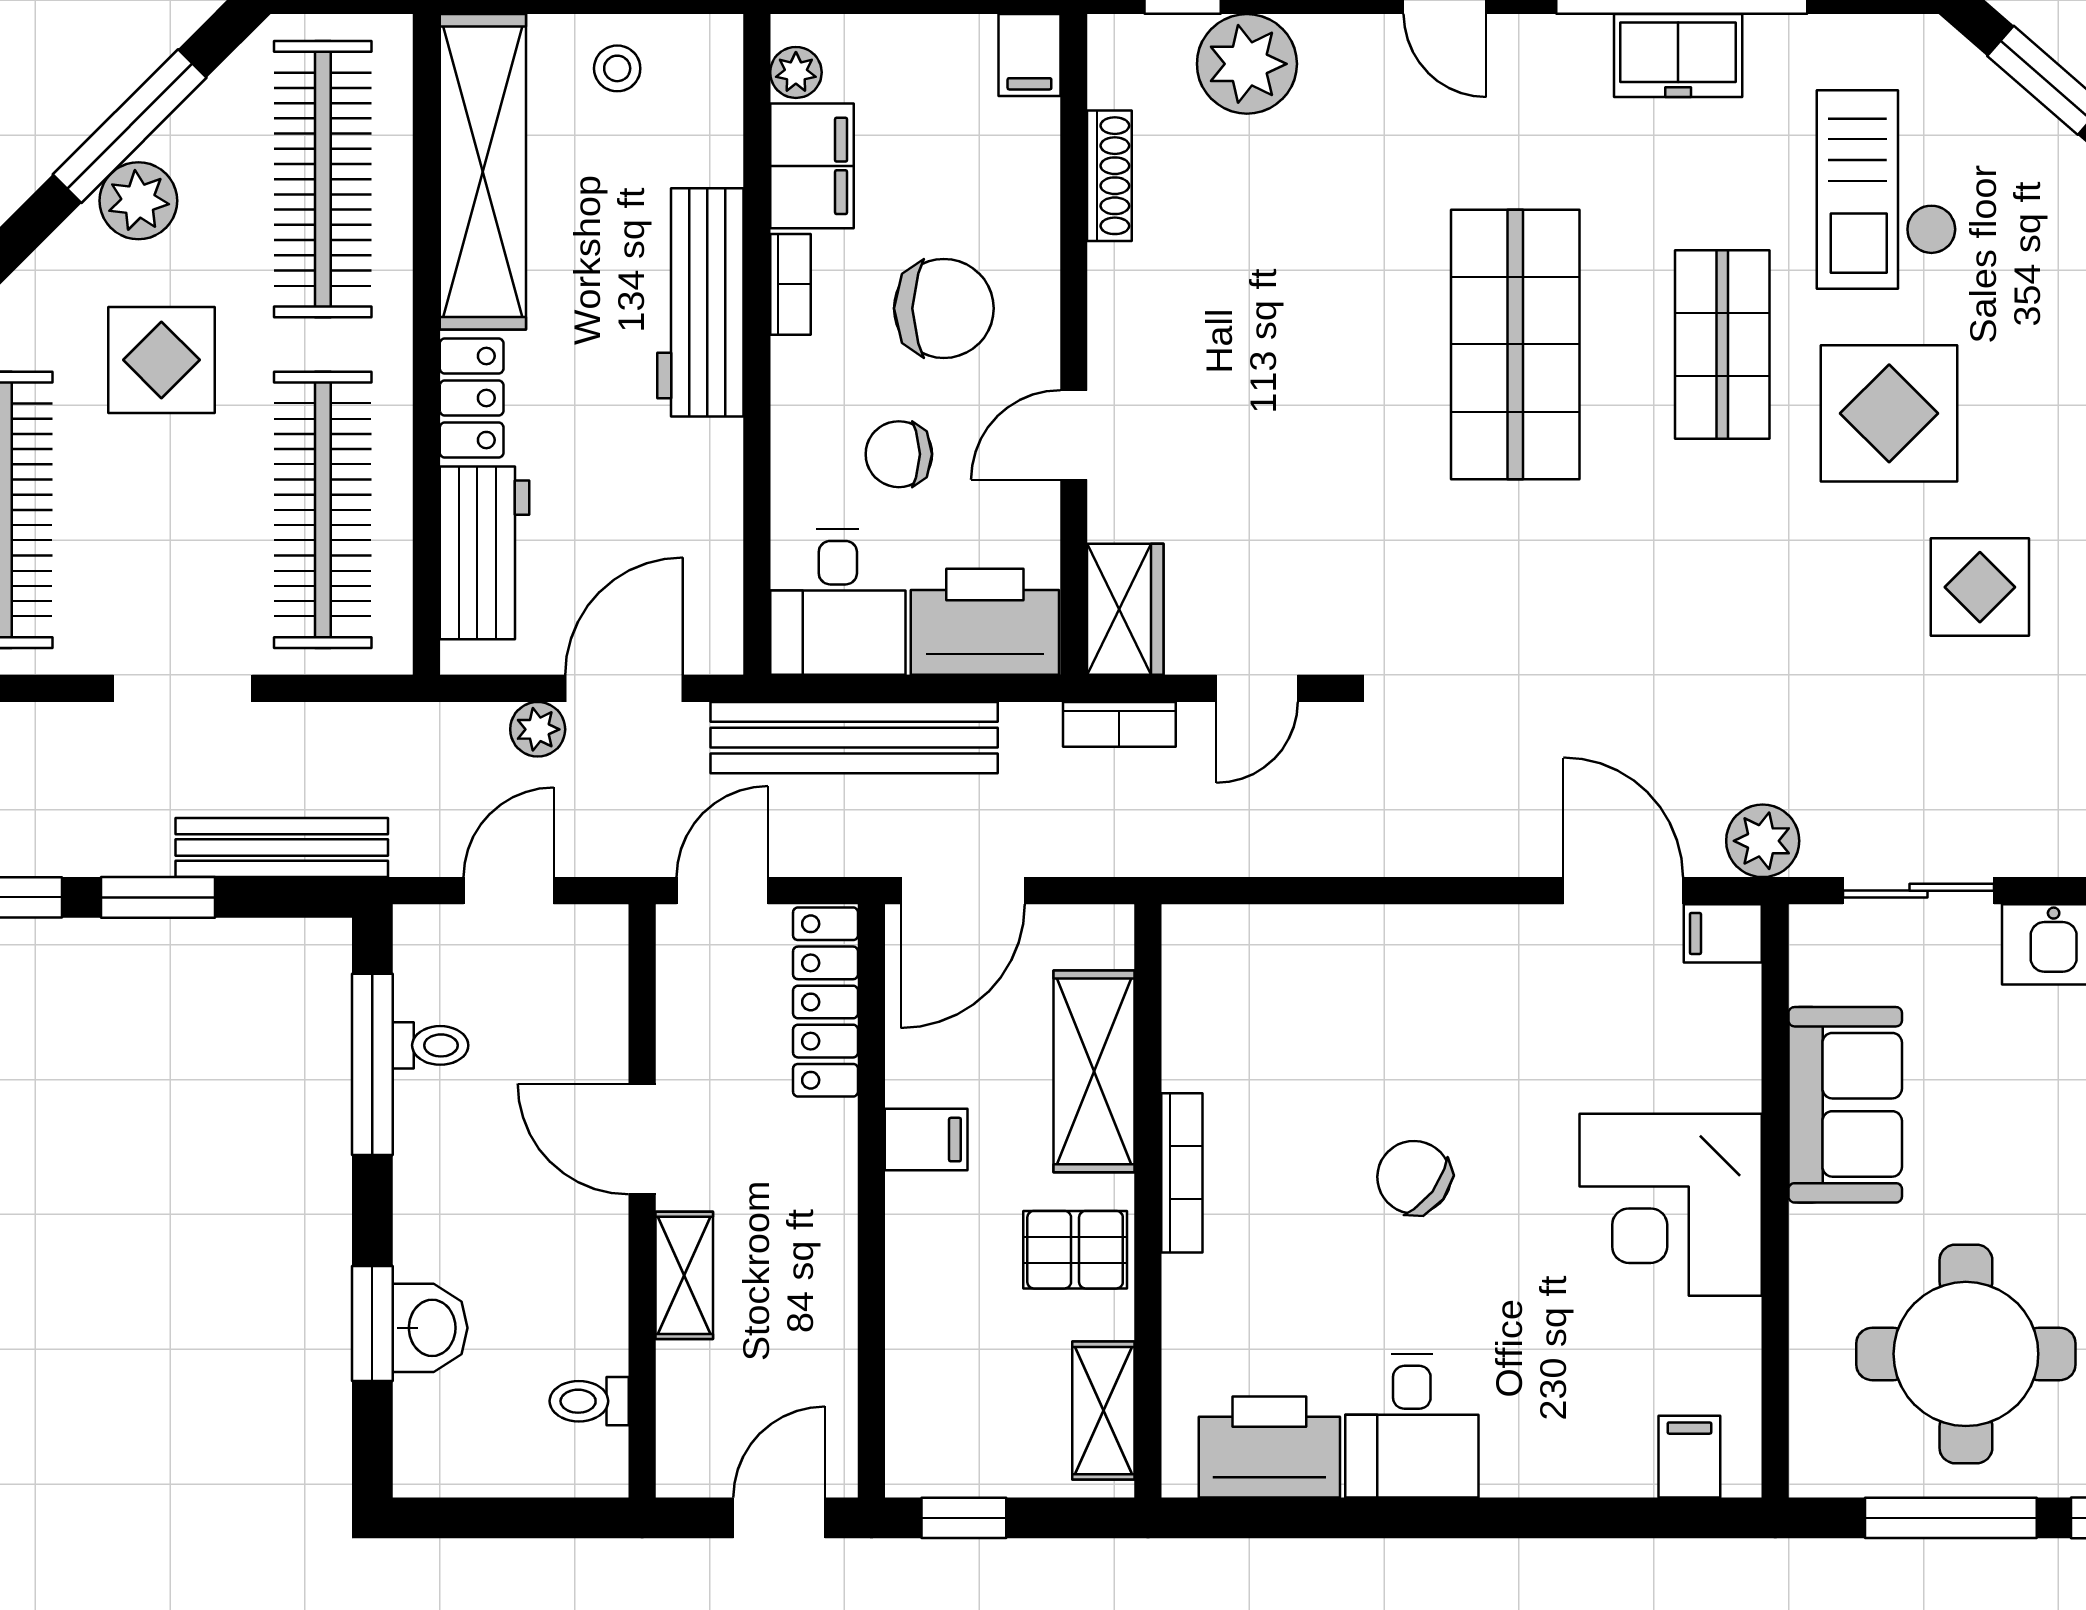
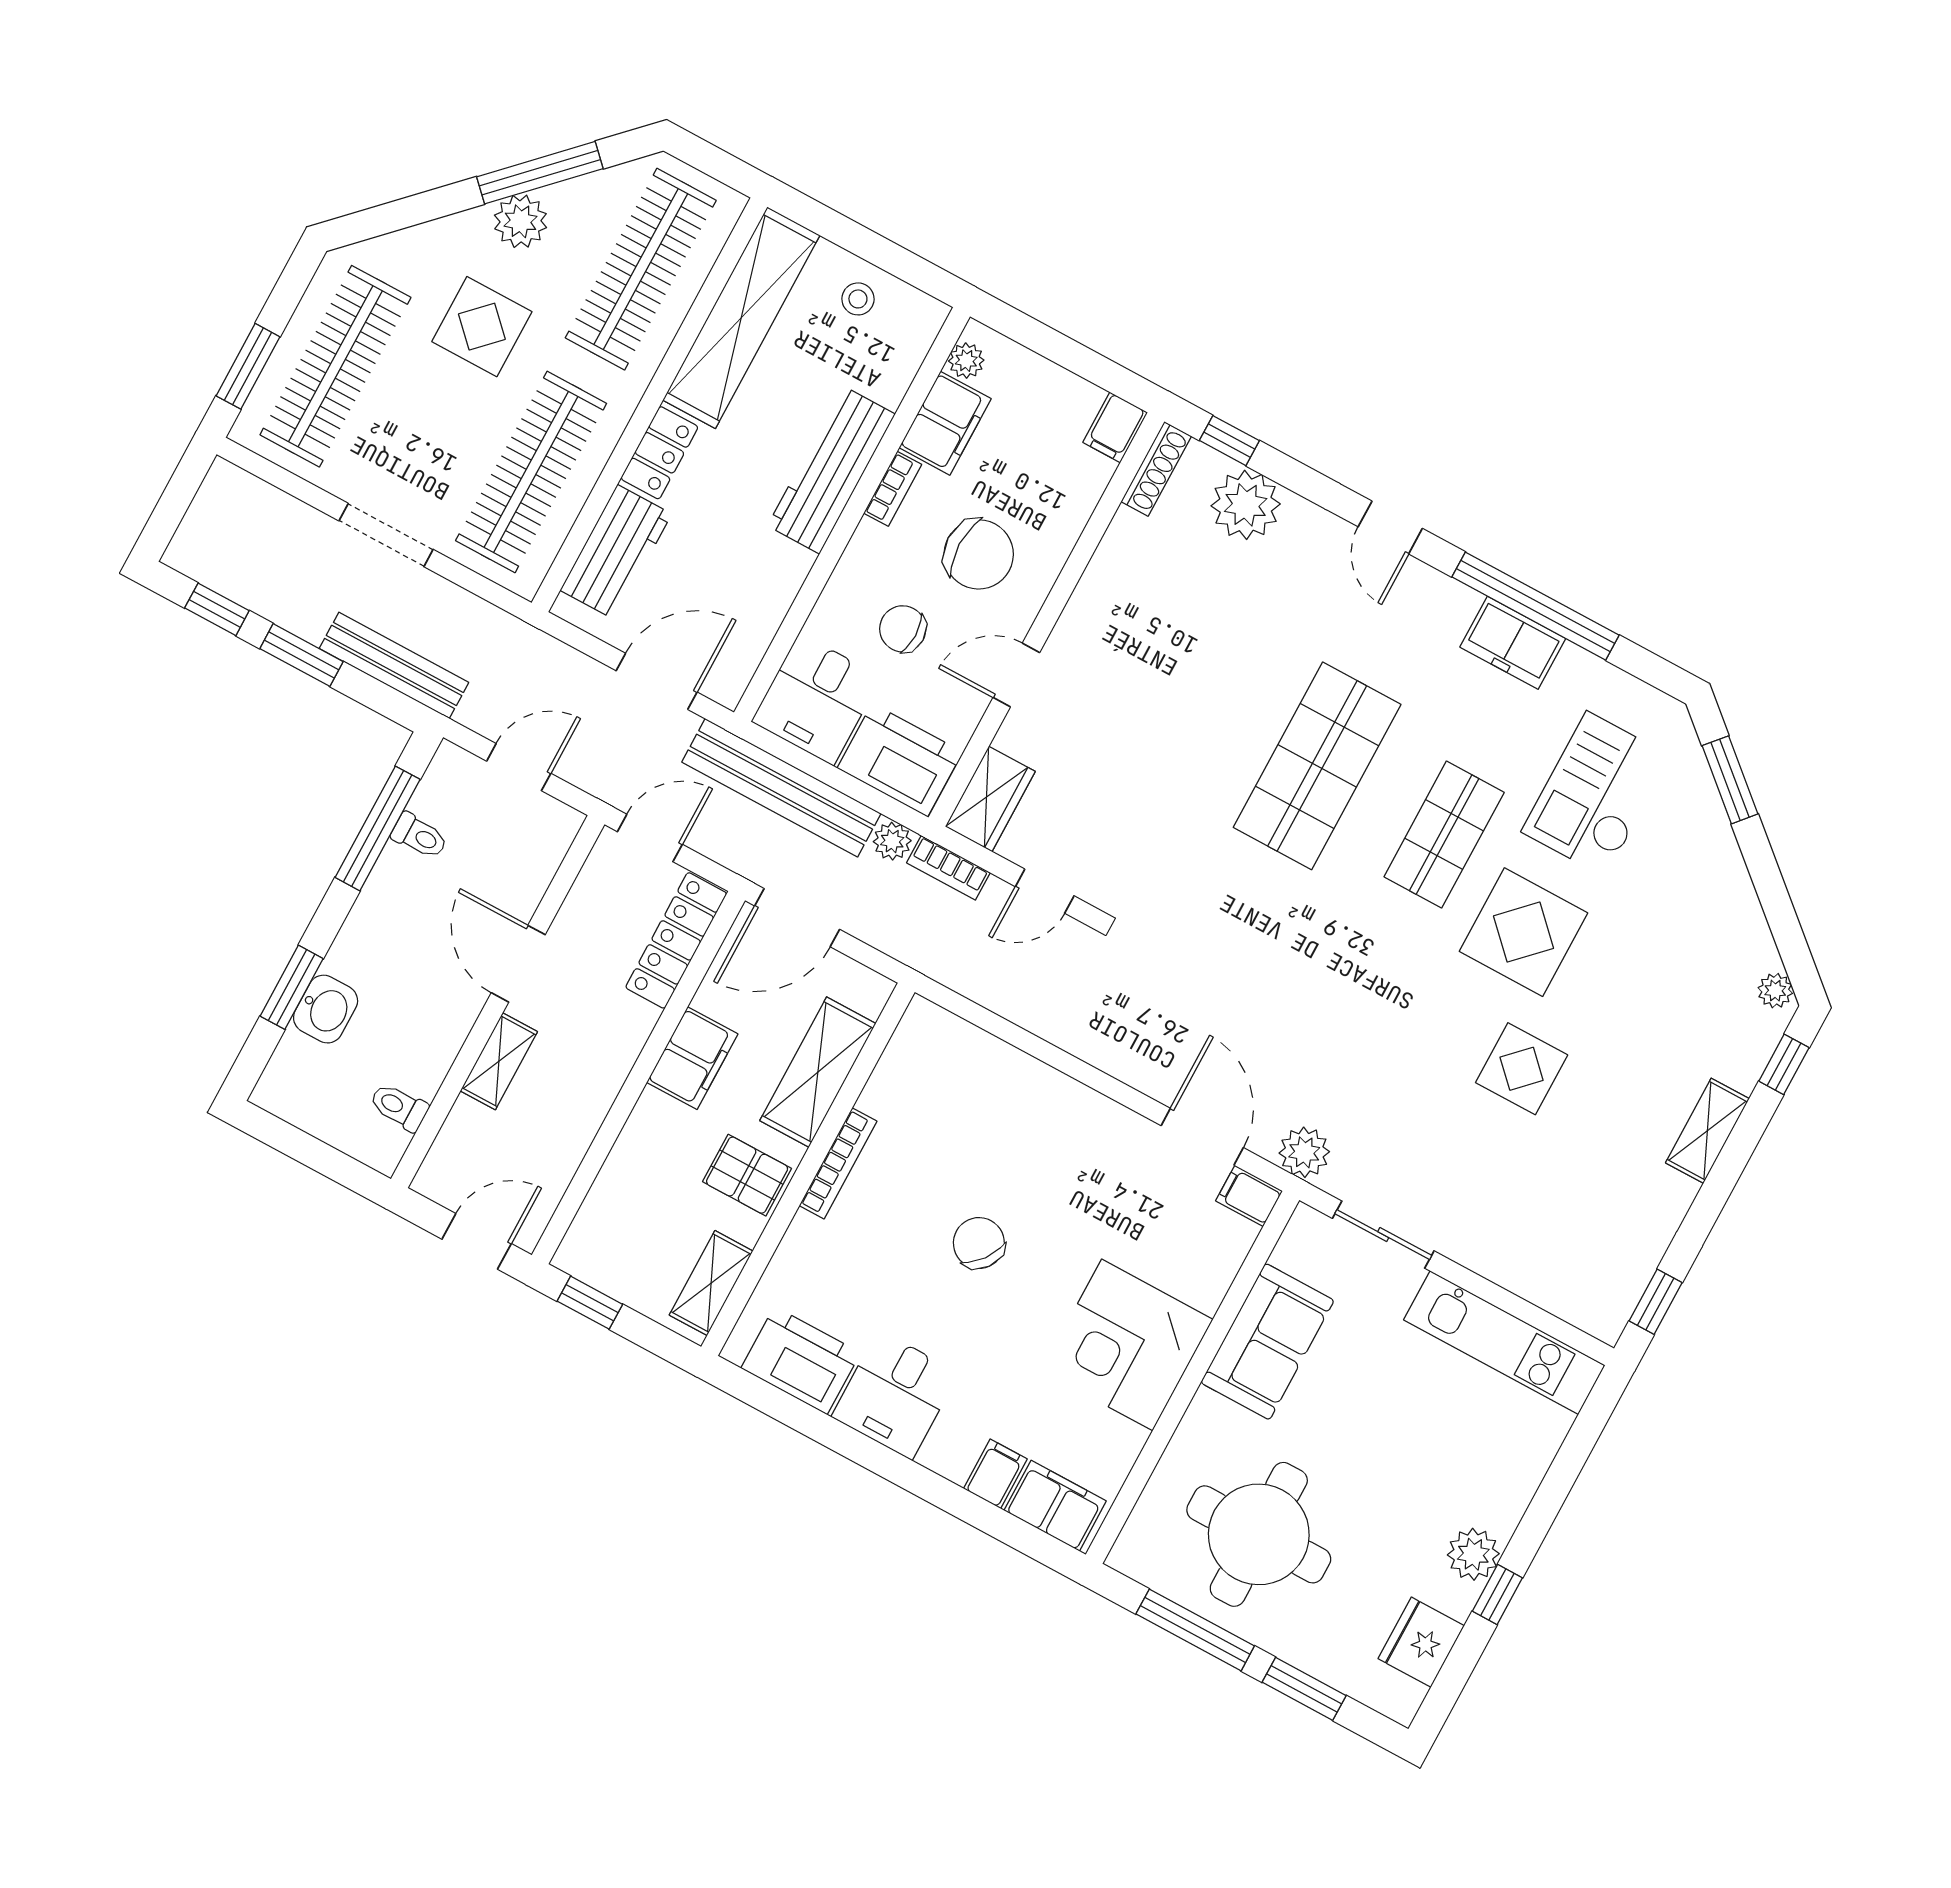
shoe rack: (1109, 176) -> (1156, 469), moved
plant: (538, 729) -> (892, 841), moved
filing cabinet: (926, 1140) -> (692, 1058), width x2.00
filing cabinet: (1592, 1457) -> (995, 1474), added
filing cabinet: (1689, 1457) -> (1055, 1506), width x2.00

